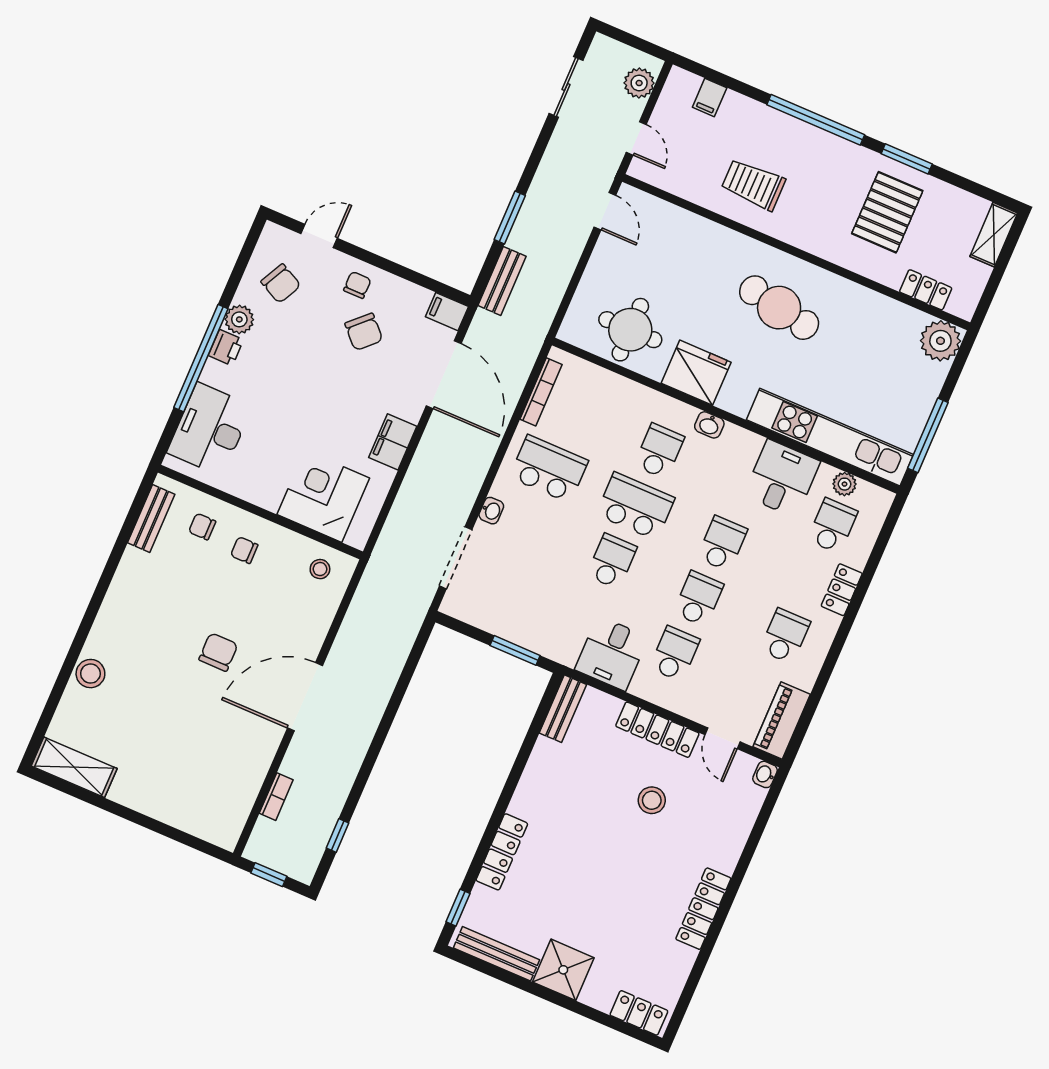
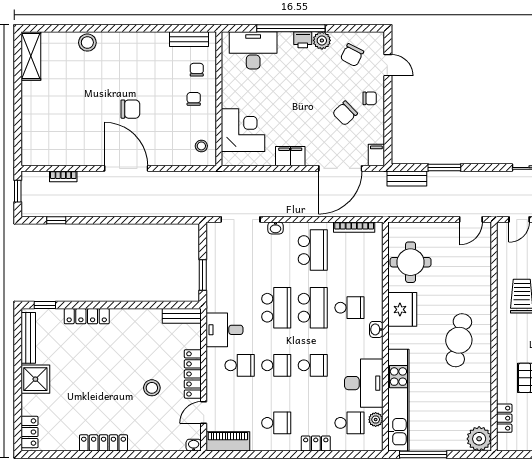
desk: (782, 478) -> (364, 383), width x1.37
school desk: (612, 561) -> (276, 308), width x1.85

